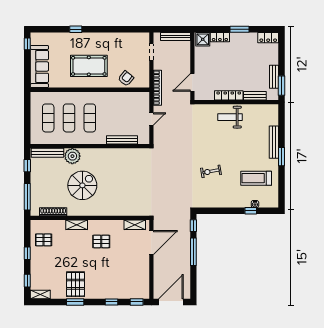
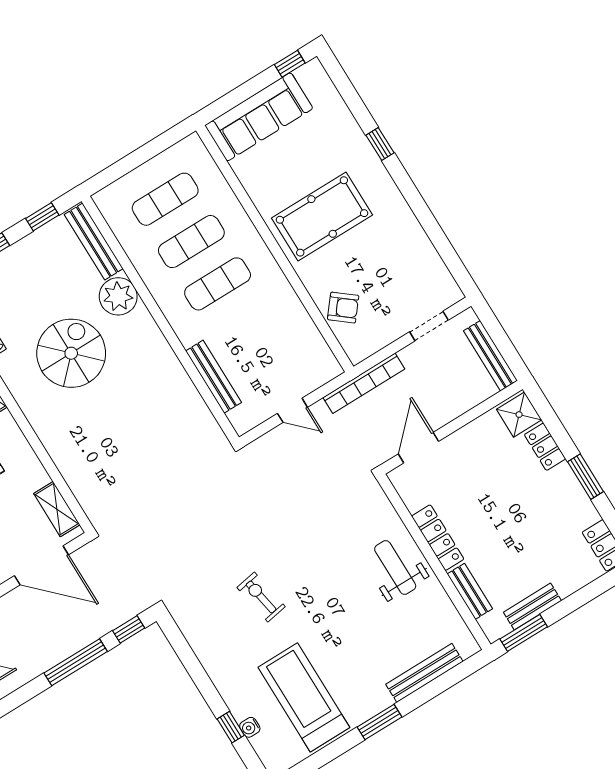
pool table: (89, 66) -> (322, 216), turned 90
door: (192, 82) -> (419, 448), hinge flipped
bench: (274, 142) -> (424, 673), moved
treadmill: (256, 178) -> (304, 697), width x1.37, depth x1.37
spiral stairs: (82, 185) -> (71, 353), turned -90

